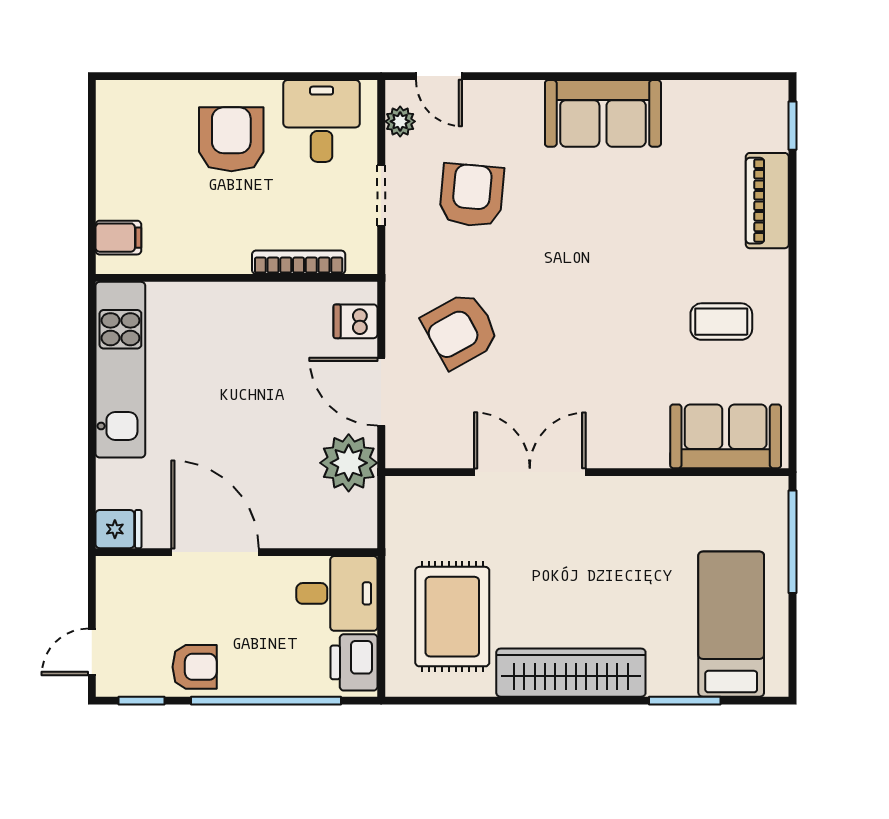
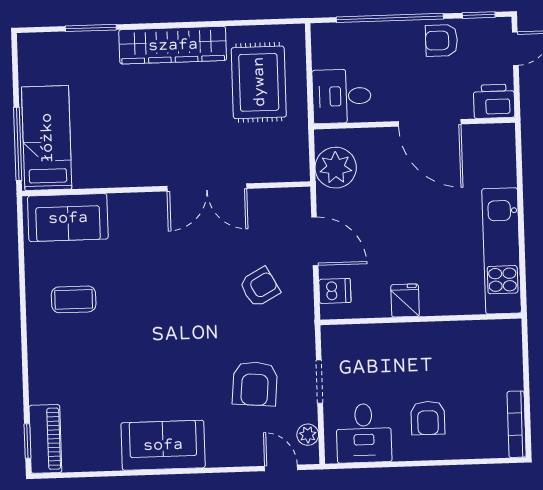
armchair: (231, 139) -> (428, 418), width x0.72, depth x0.72
piano: (767, 201) -> (45, 439), moved
filing cabinet: (118, 238) -> (506, 345), removed
bookcase: (299, 262) -> (517, 424), moved, turned 90
armchair: (461, 330) -> (260, 287), width x0.72, depth x0.72
plant: (349, 463) -> (336, 168), moved
fridge: (119, 529) -> (405, 300), moved, turned 90
bed: (731, 624) -> (47, 138), moved, turned 180
printer: (354, 662) -> (494, 101), moved, turned -90

